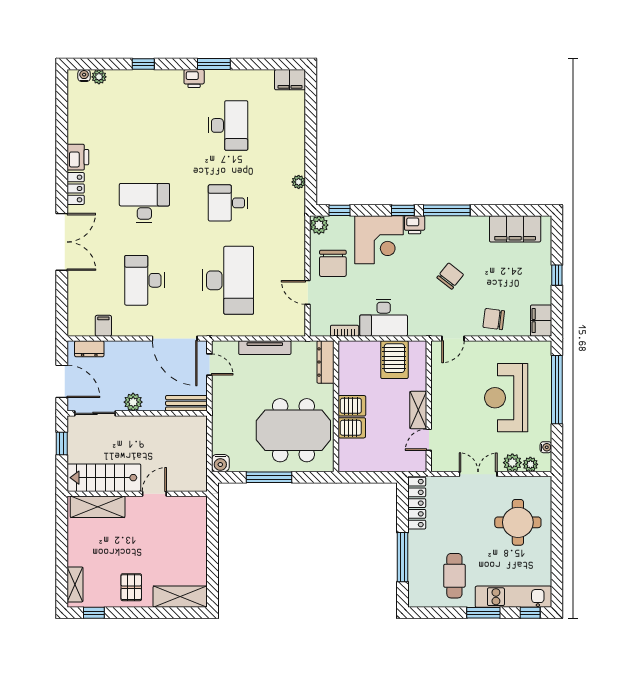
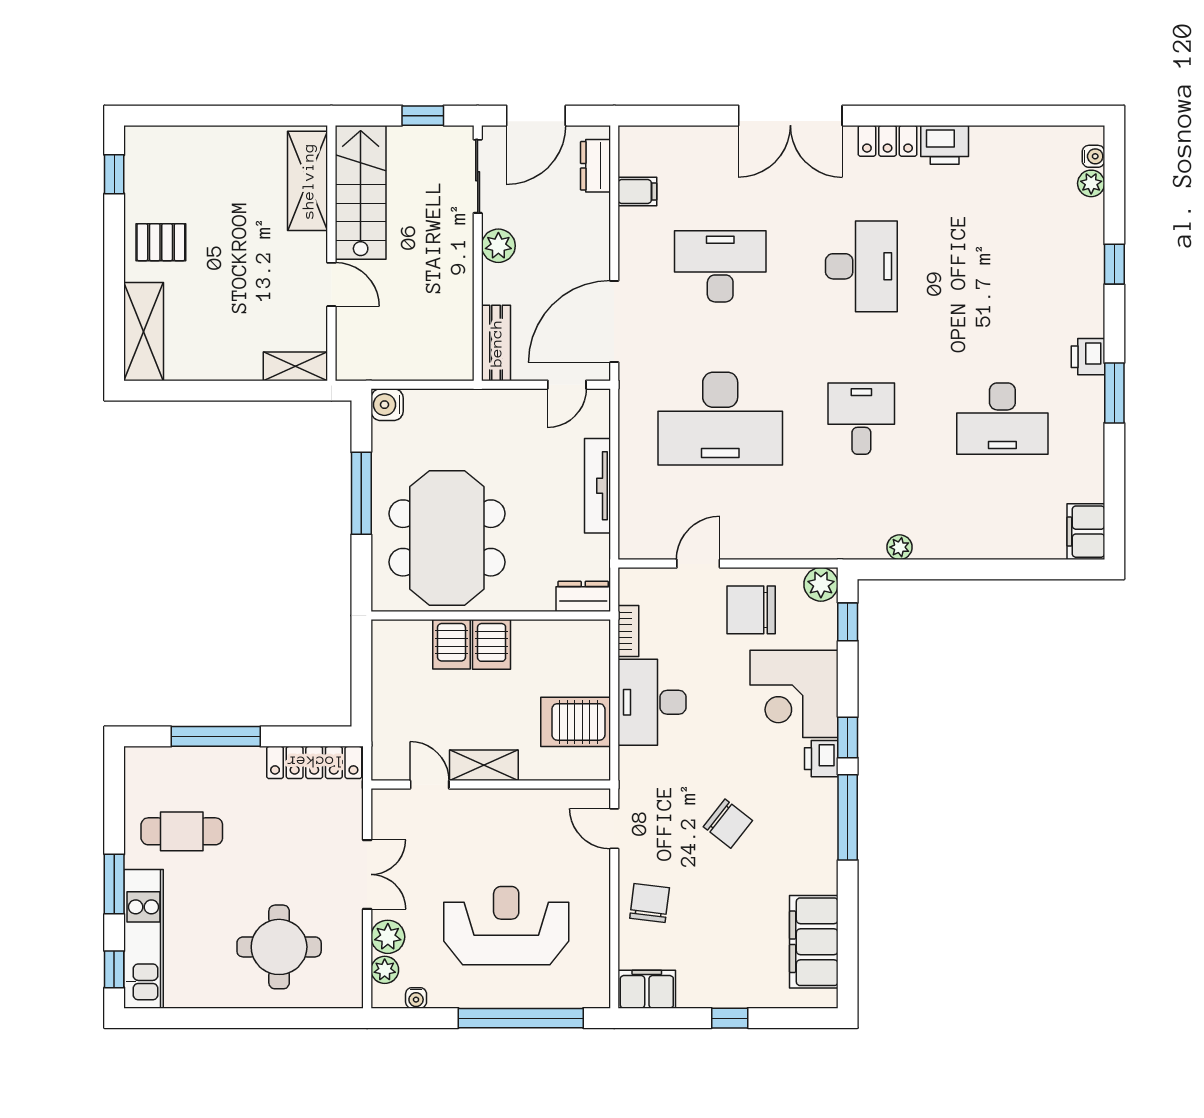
dresser: (326, 362) -> (583, 596), width x0.70
shelving: (75, 584) -> (295, 366), moved

